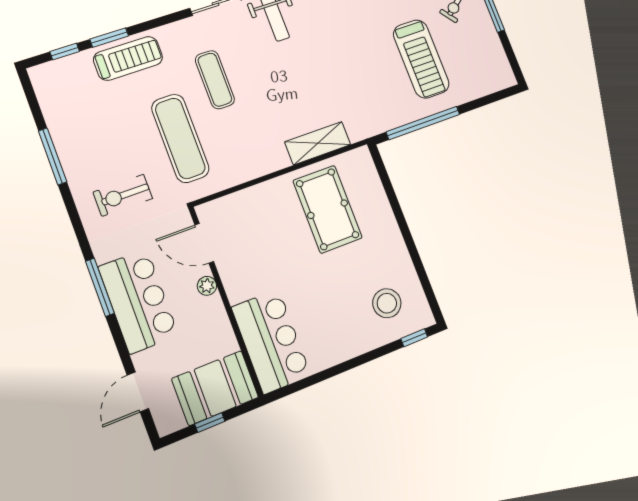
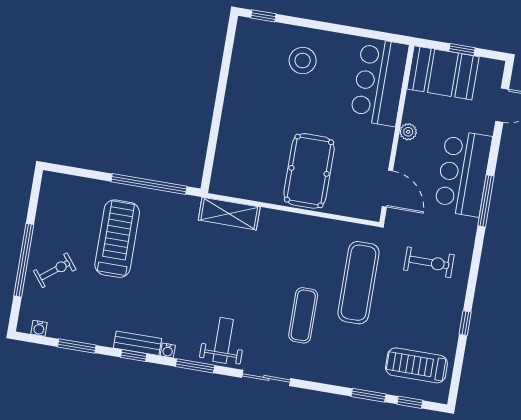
treadmill: (128, 58) -> (416, 365), moved
shelving: (318, 143) -> (229, 214), moved
window: (53, 156) -> (465, 323), width x0.46
pool table: (328, 209) -> (309, 171), moved
plant: (207, 286) -> (408, 132), moved
stool: (387, 303) -> (303, 61), moved

